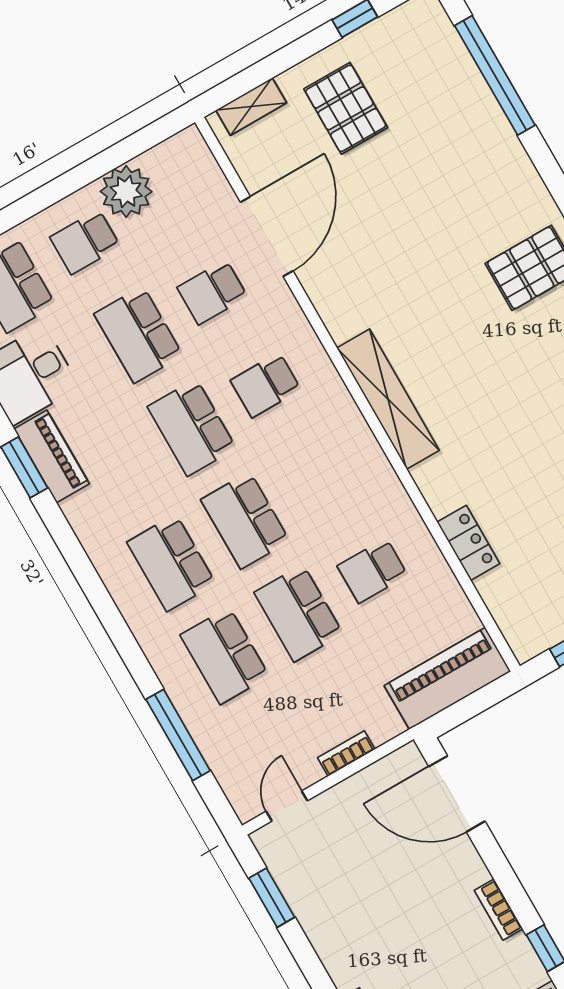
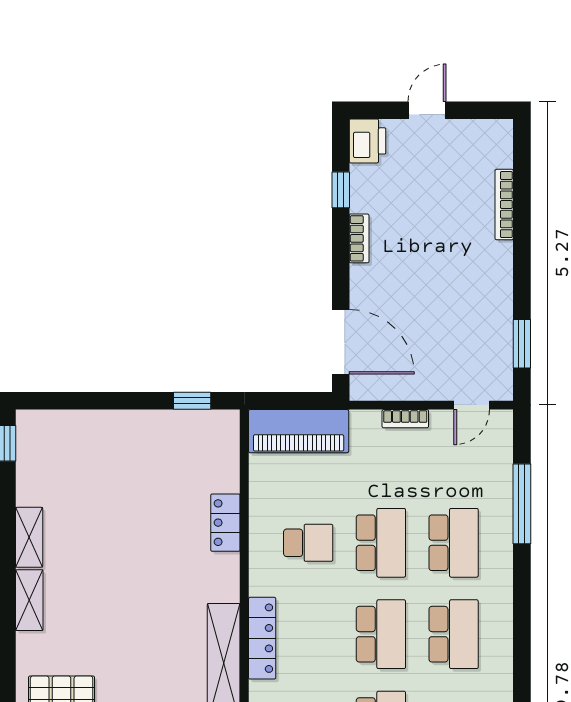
locker: (364, 447) -> (262, 638), added

